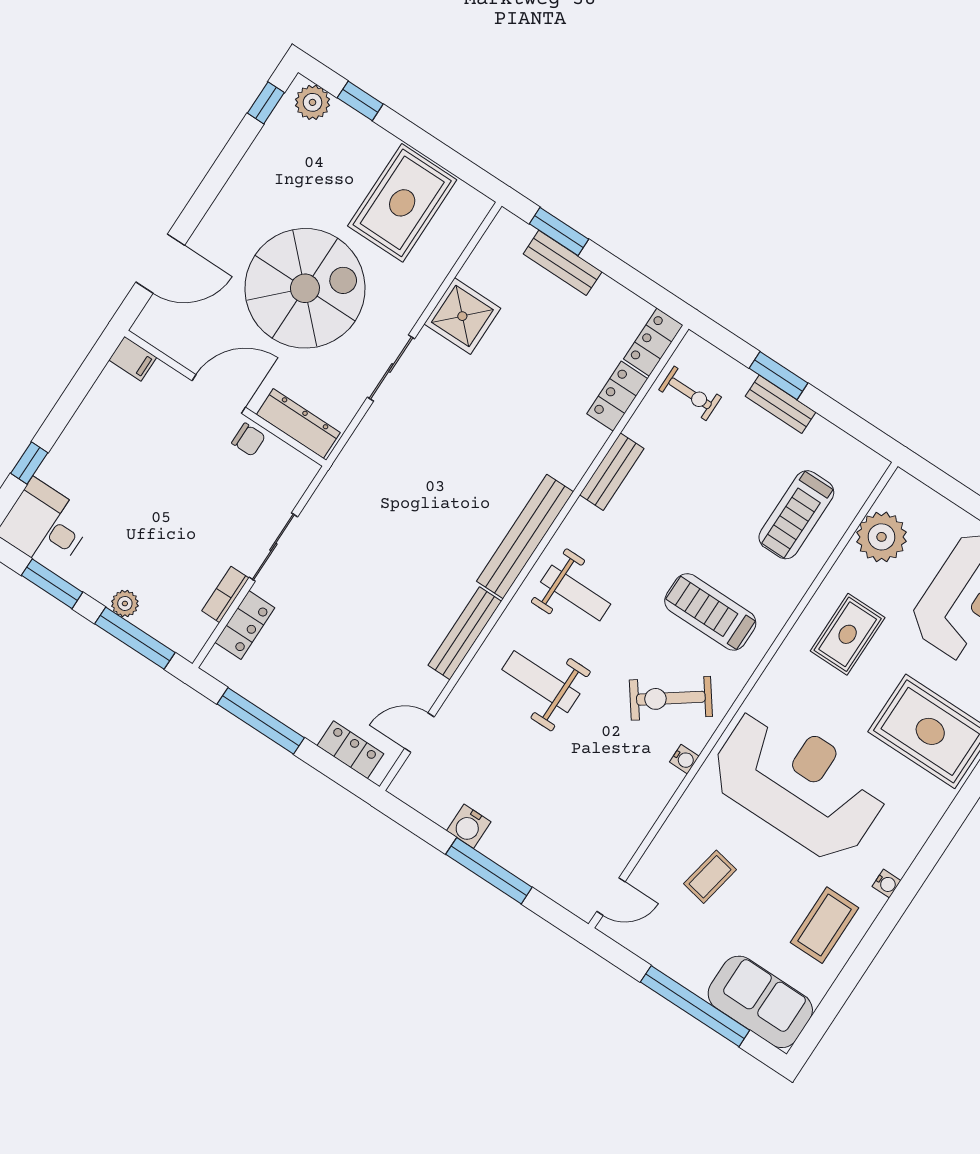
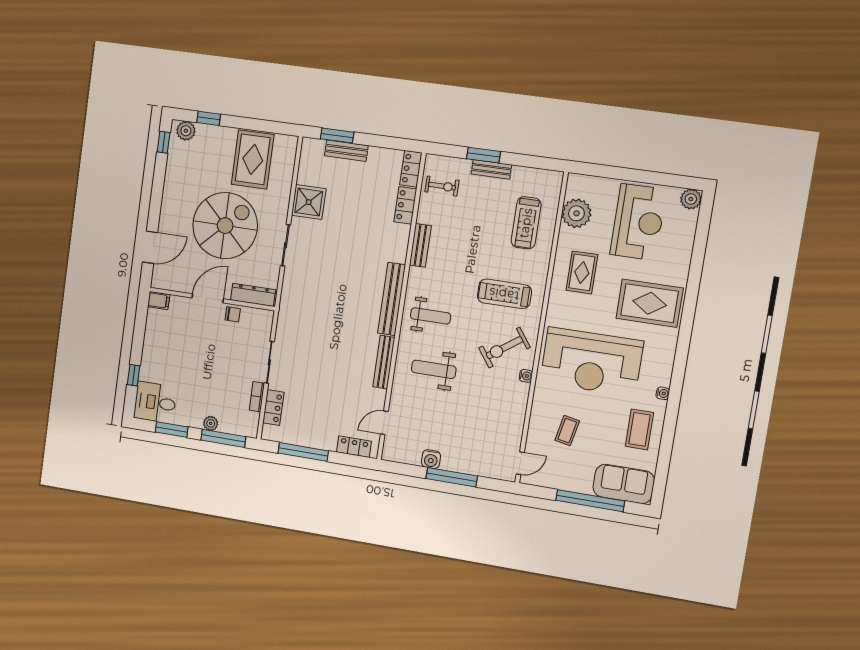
reception desk: (798, 783) -> (592, 362), turned 180

